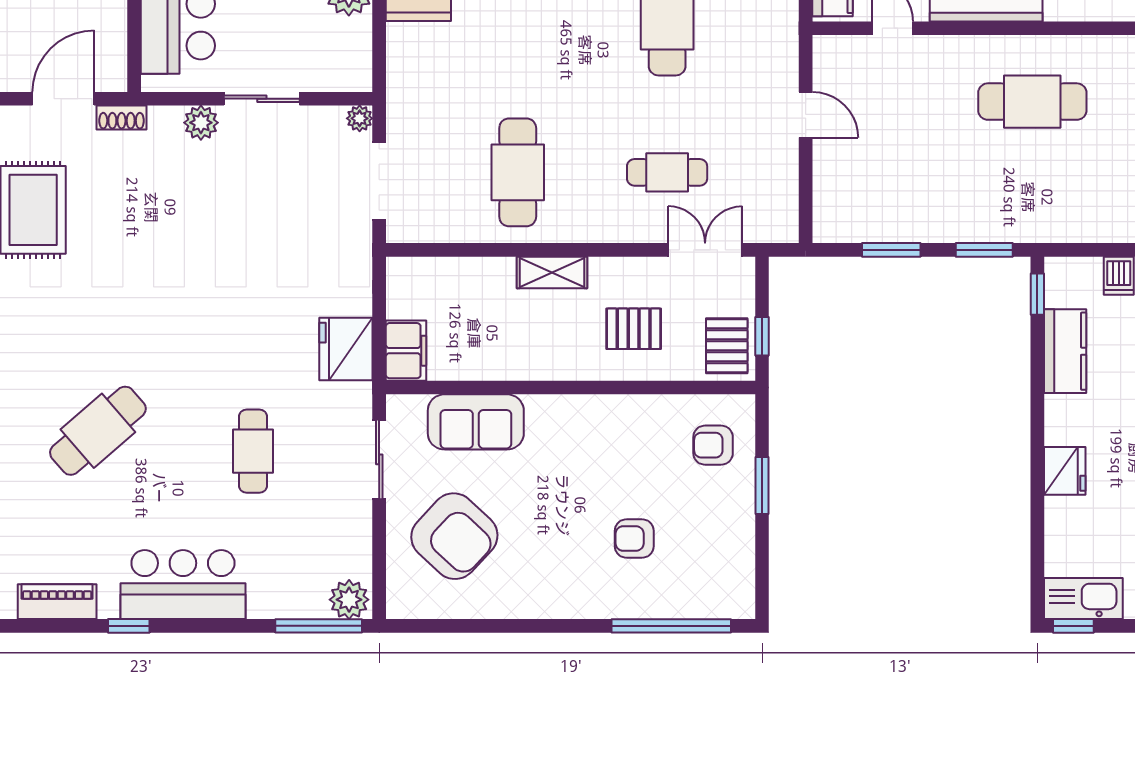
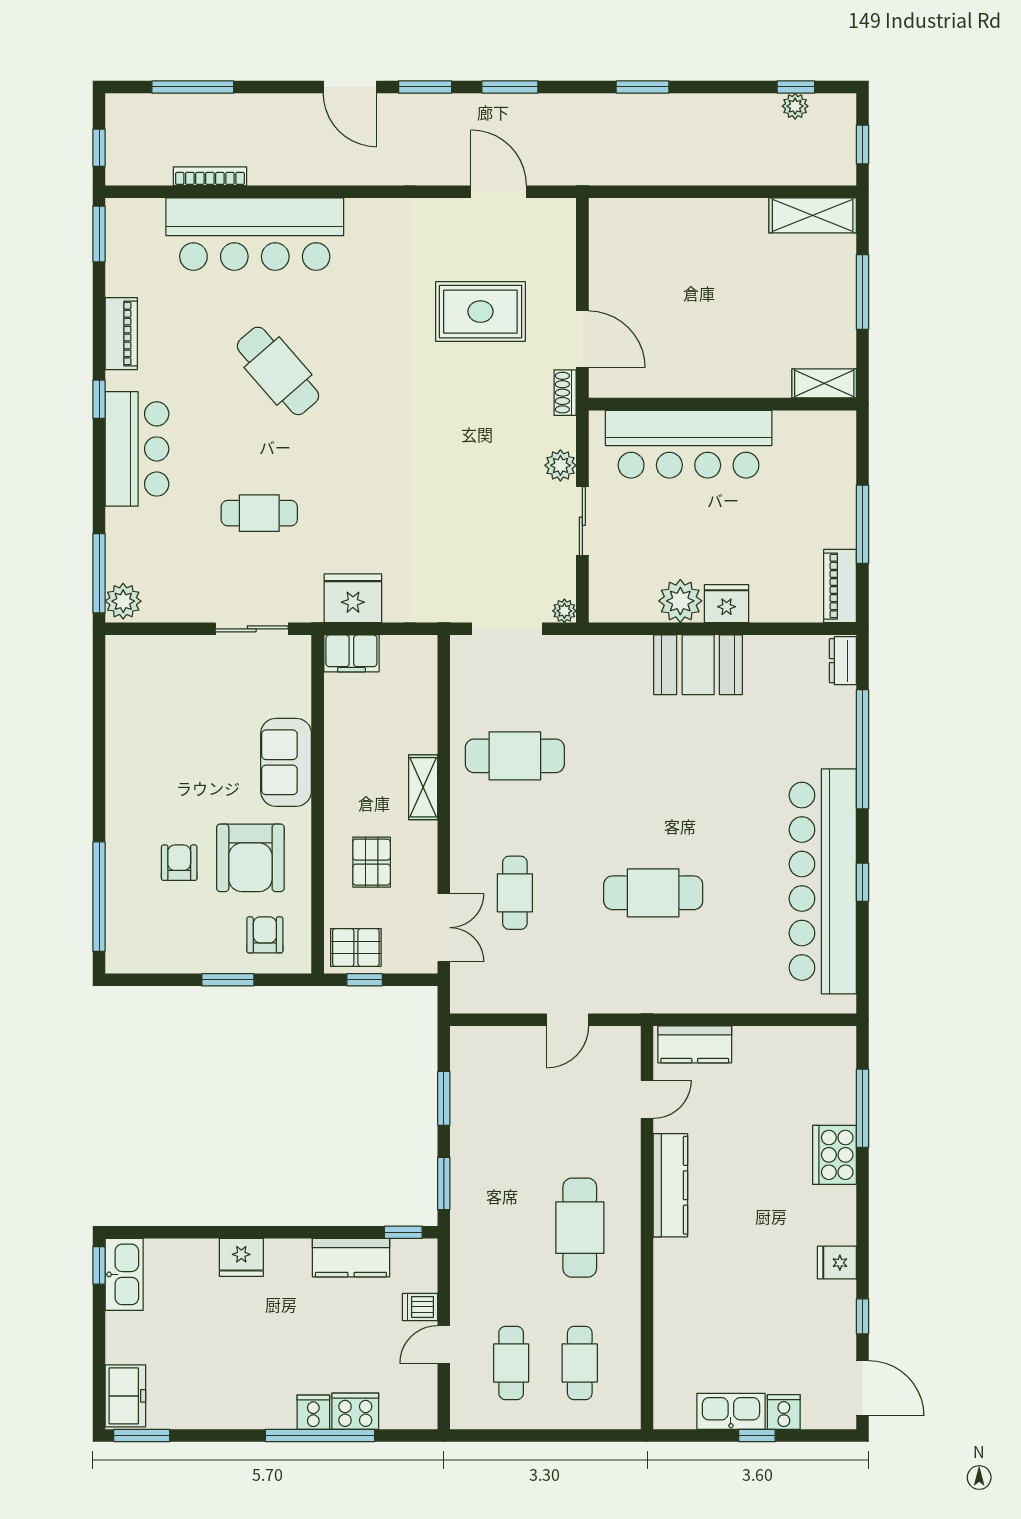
sofa: (476, 422) -> (286, 762), moved
armchair: (454, 536) -> (250, 858), moved, turned -43

